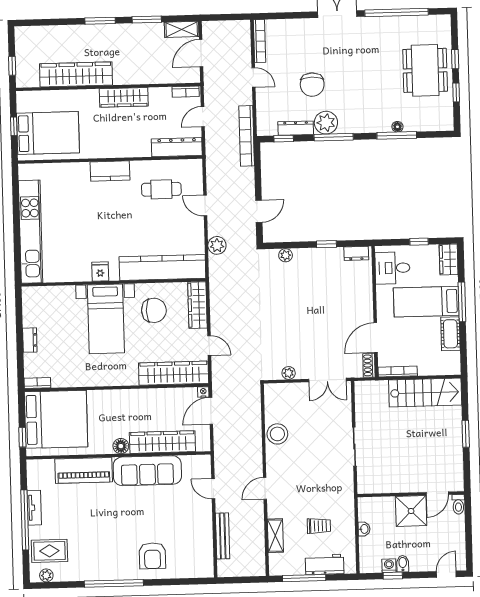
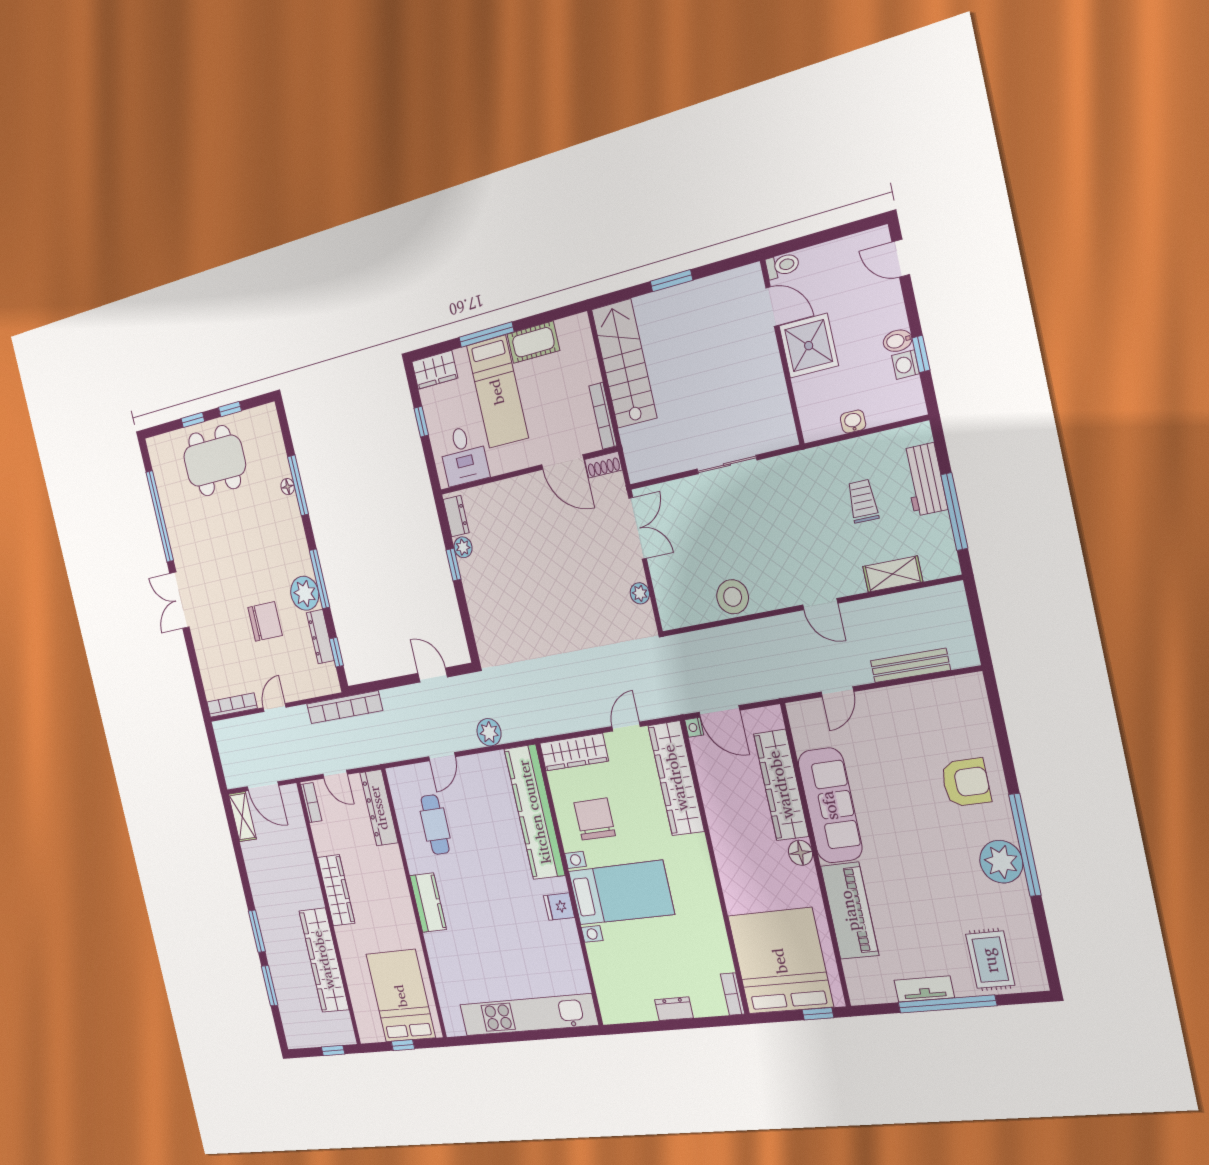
window: (147, 19) -> (270, 986), moved
plant: (286, 255) -> (463, 547), moved
plant: (46, 575) -> (1001, 862), moved, width x1.88, depth x1.88

